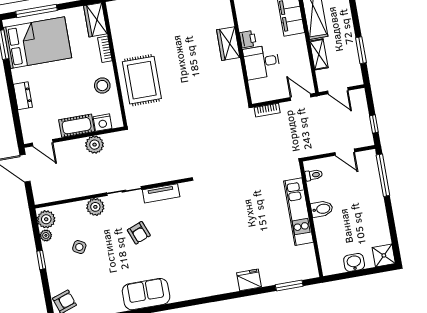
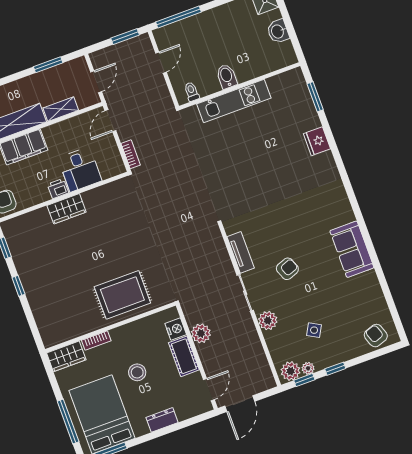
stool: (102, 86) -> (137, 372), moved
window: (374, 124) -> (125, 37), width x1.50
window: (36, 230) -> (304, 380), added

